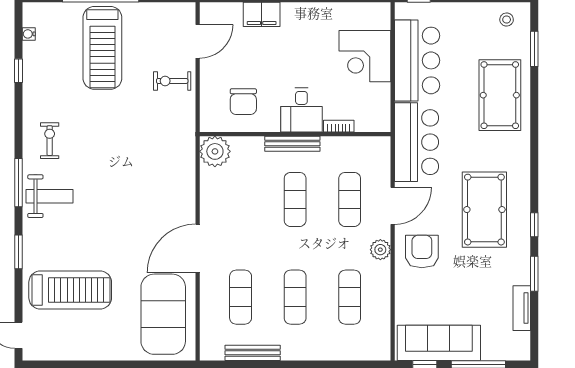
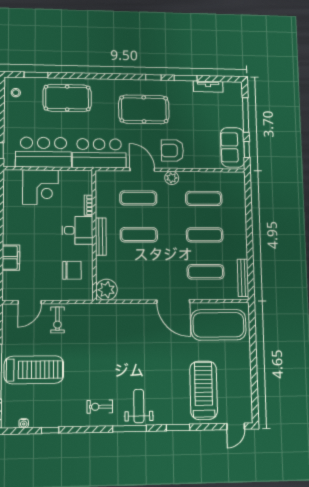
door: (198, 41) -> (30, 302), swing flipped
sofa: (439, 343) -> (233, 147), width x0.73
bench: (253, 353) -> (243, 278), moved

